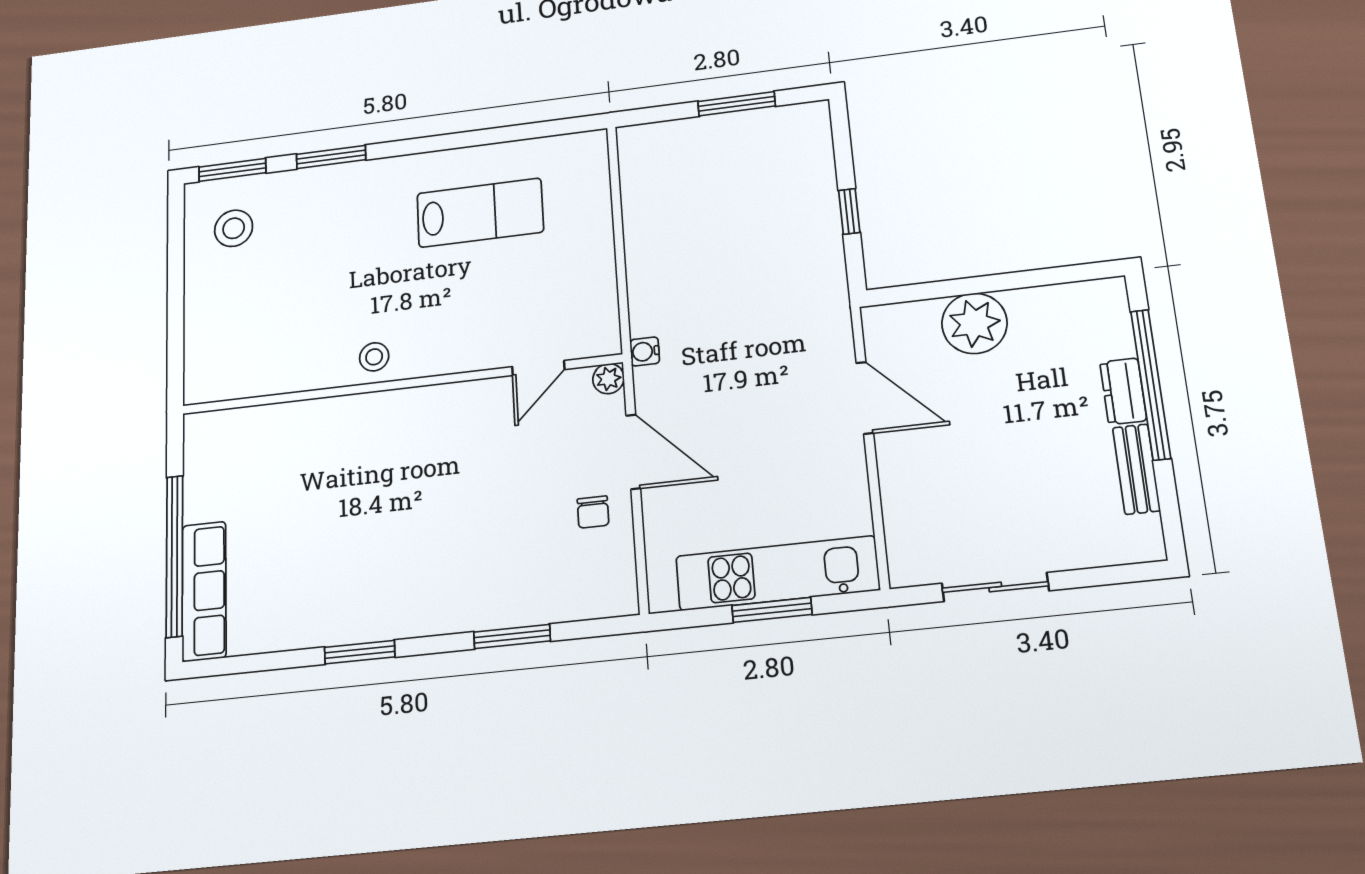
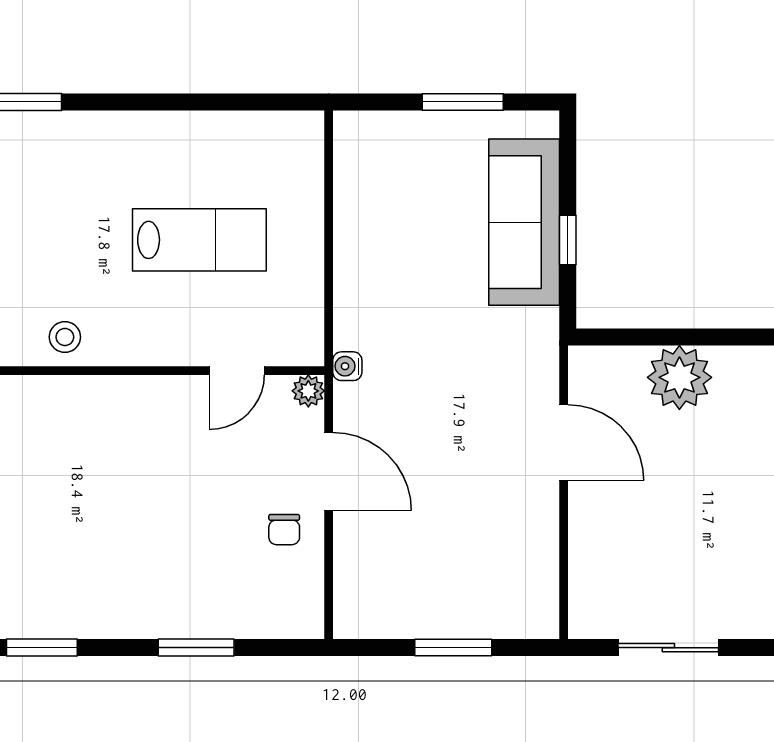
sofa: (805, 201) -> (524, 222), added
lab bench: (480, 213) -> (199, 240), moved
kitchen unit: (777, 573) -> (462, 612), removed

